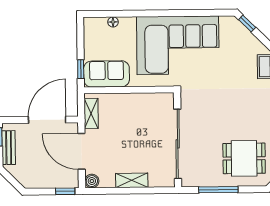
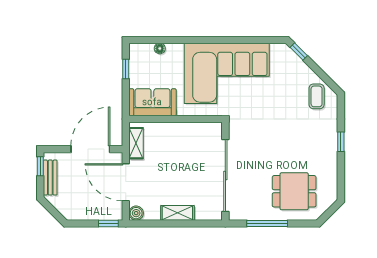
window: (81, 69) -> (126, 69), moved

